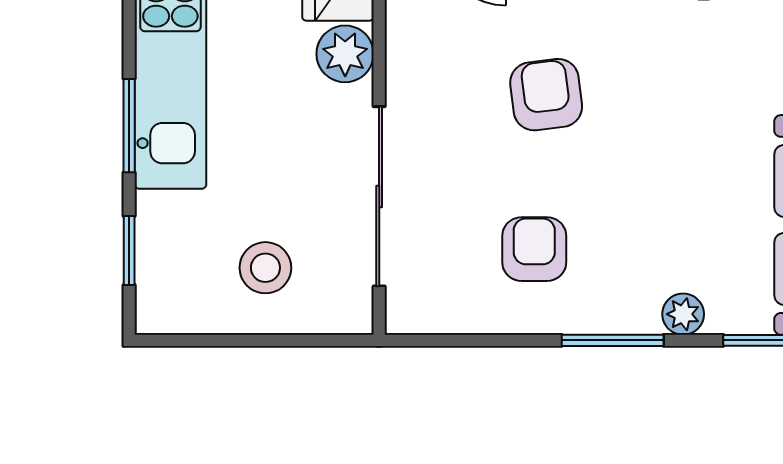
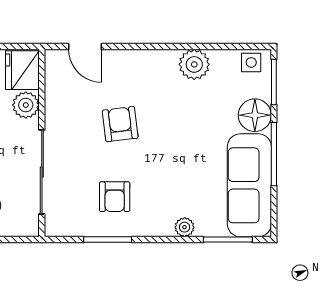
armchair: (534, 249) -> (115, 197), turned 180
window: (613, 340) -> (108, 240), moved

